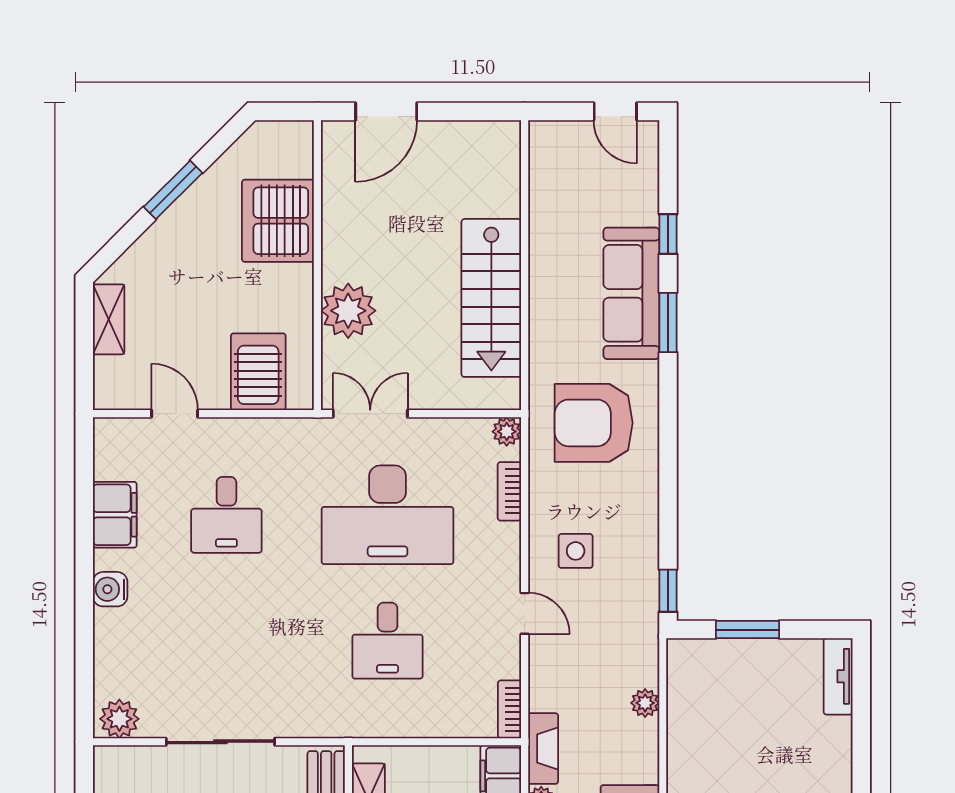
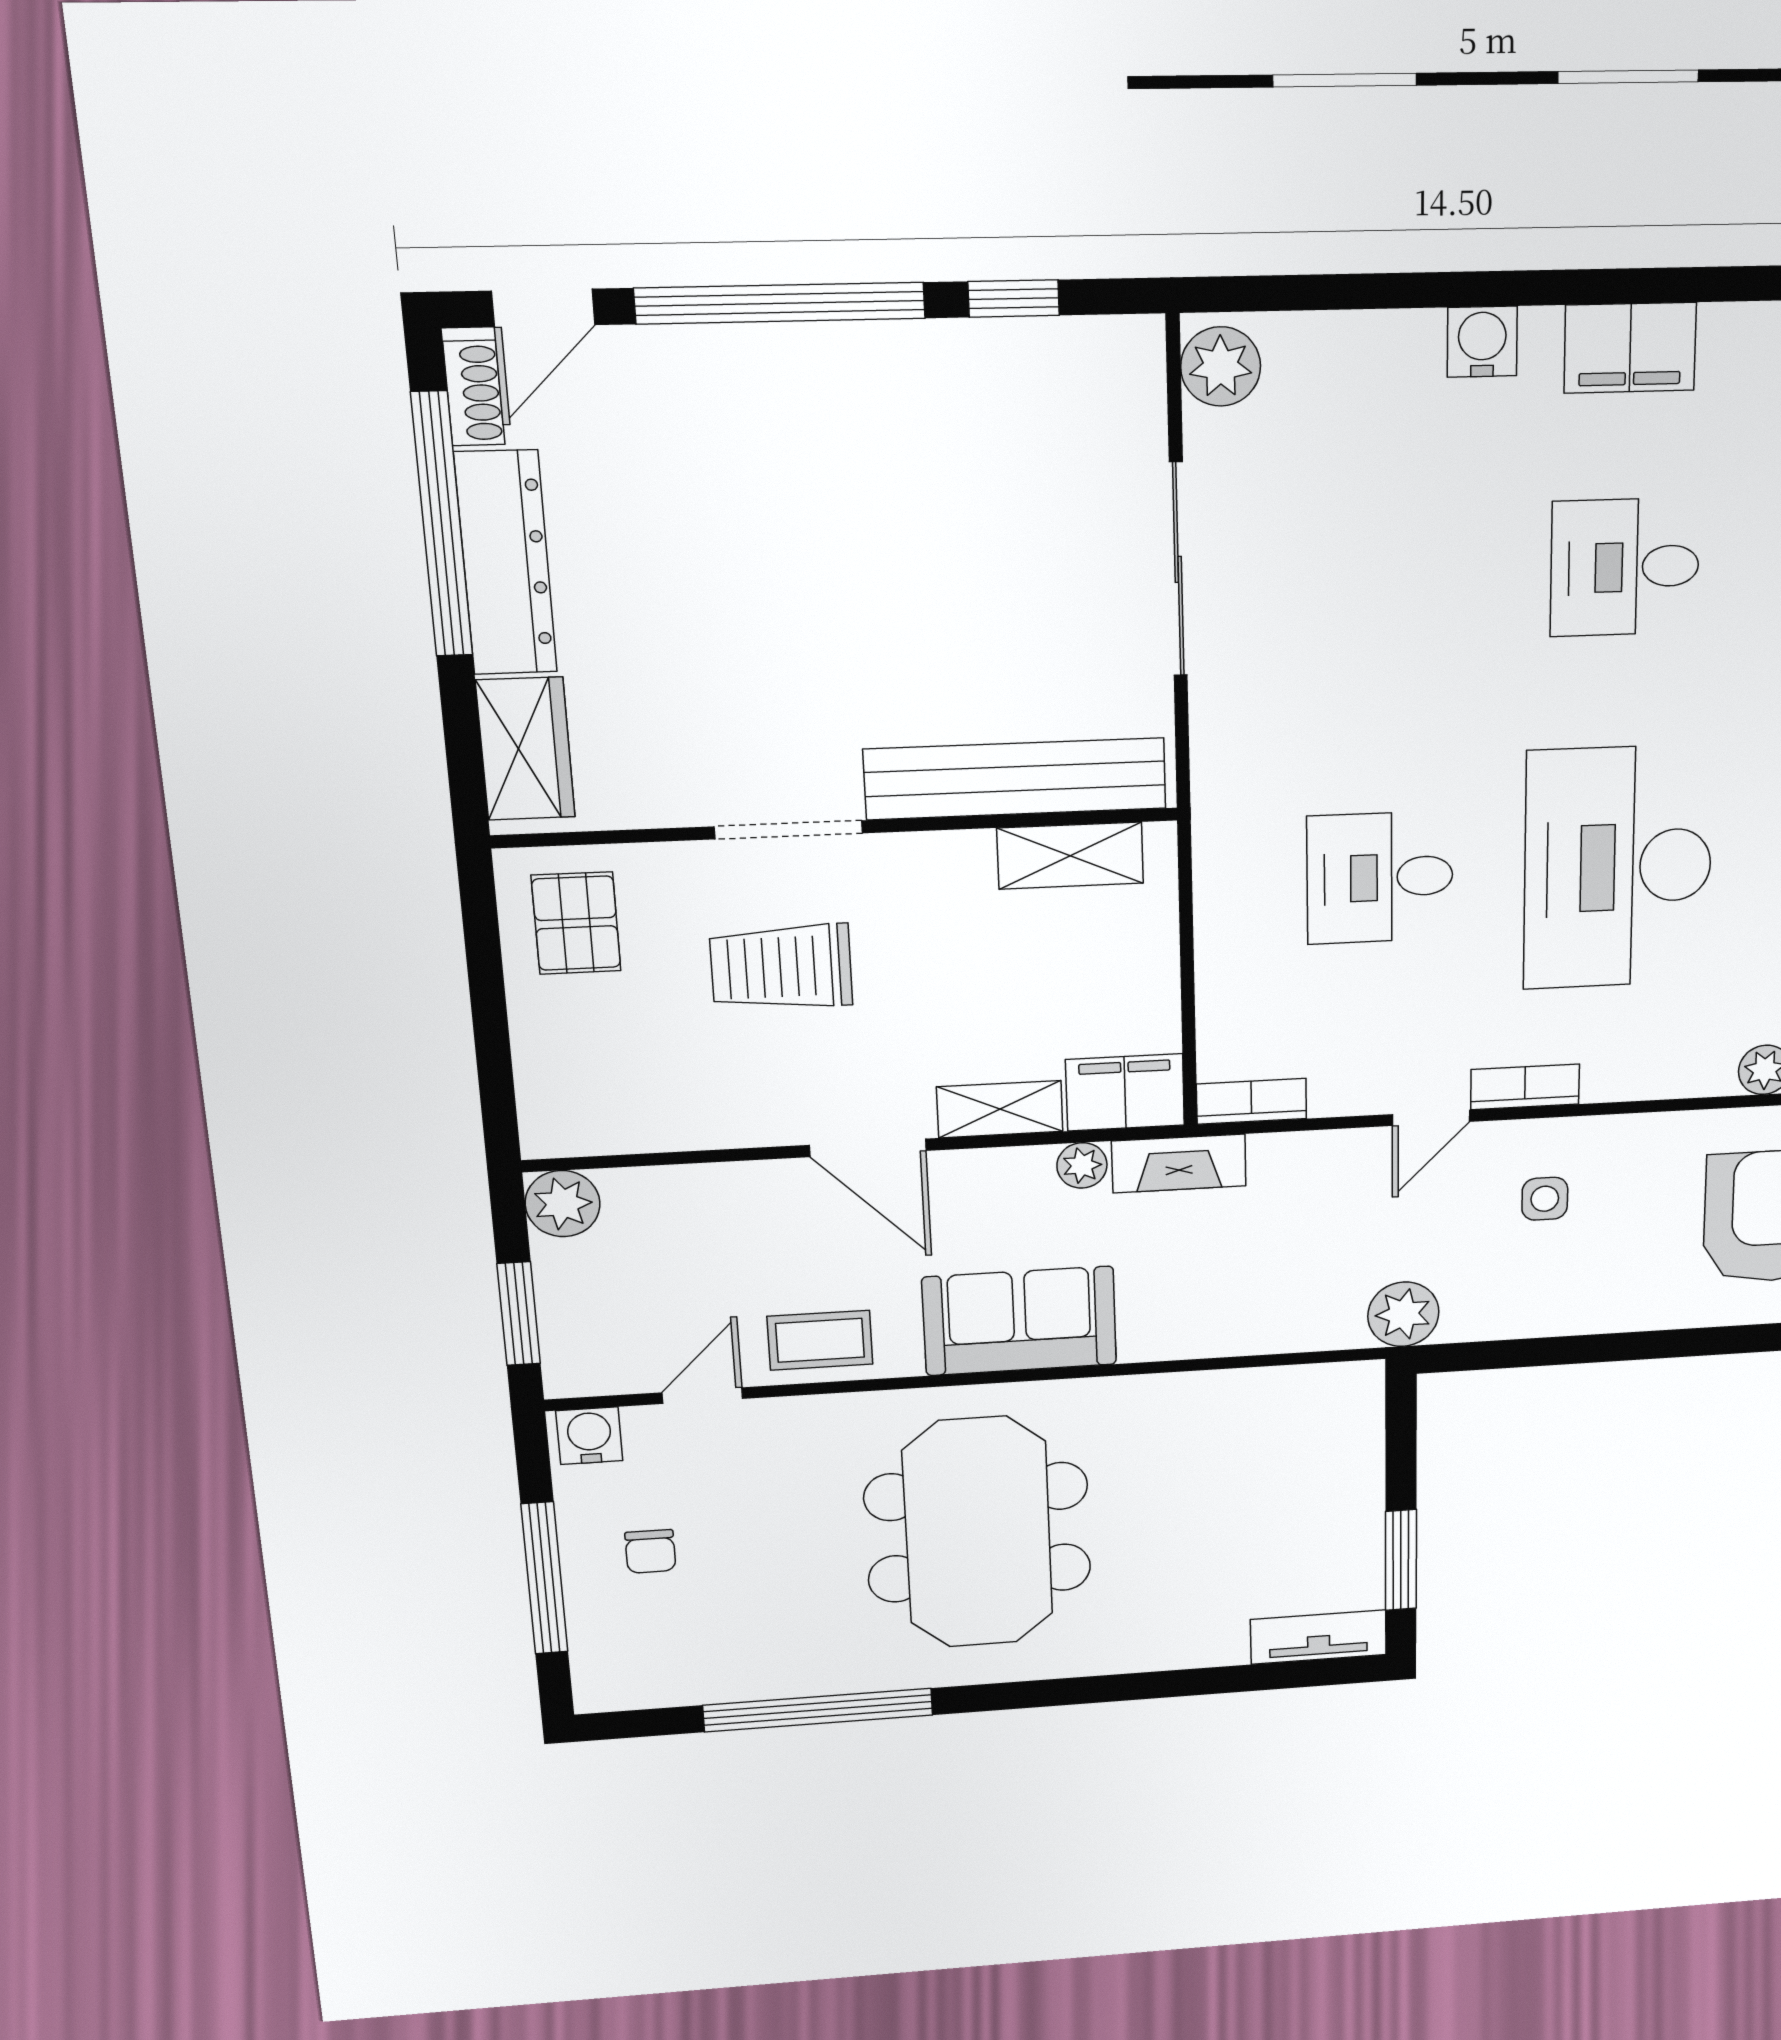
bookcase: (509, 491) -> (1525, 1087), moved
side table: (576, 551) -> (1545, 1199), width x0.73, depth x0.73
window: (668, 591) -> (1471, 1356), removed
window: (748, 630) -> (1401, 1560), moved
plant: (645, 703) -> (1403, 1314), moved, width x1.38, depth x1.38

